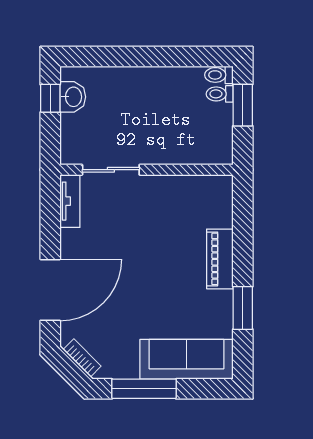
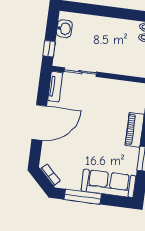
window: (50, 98) -> (49, 49), moved
door: (50, 290) -> (39, 123), moved

